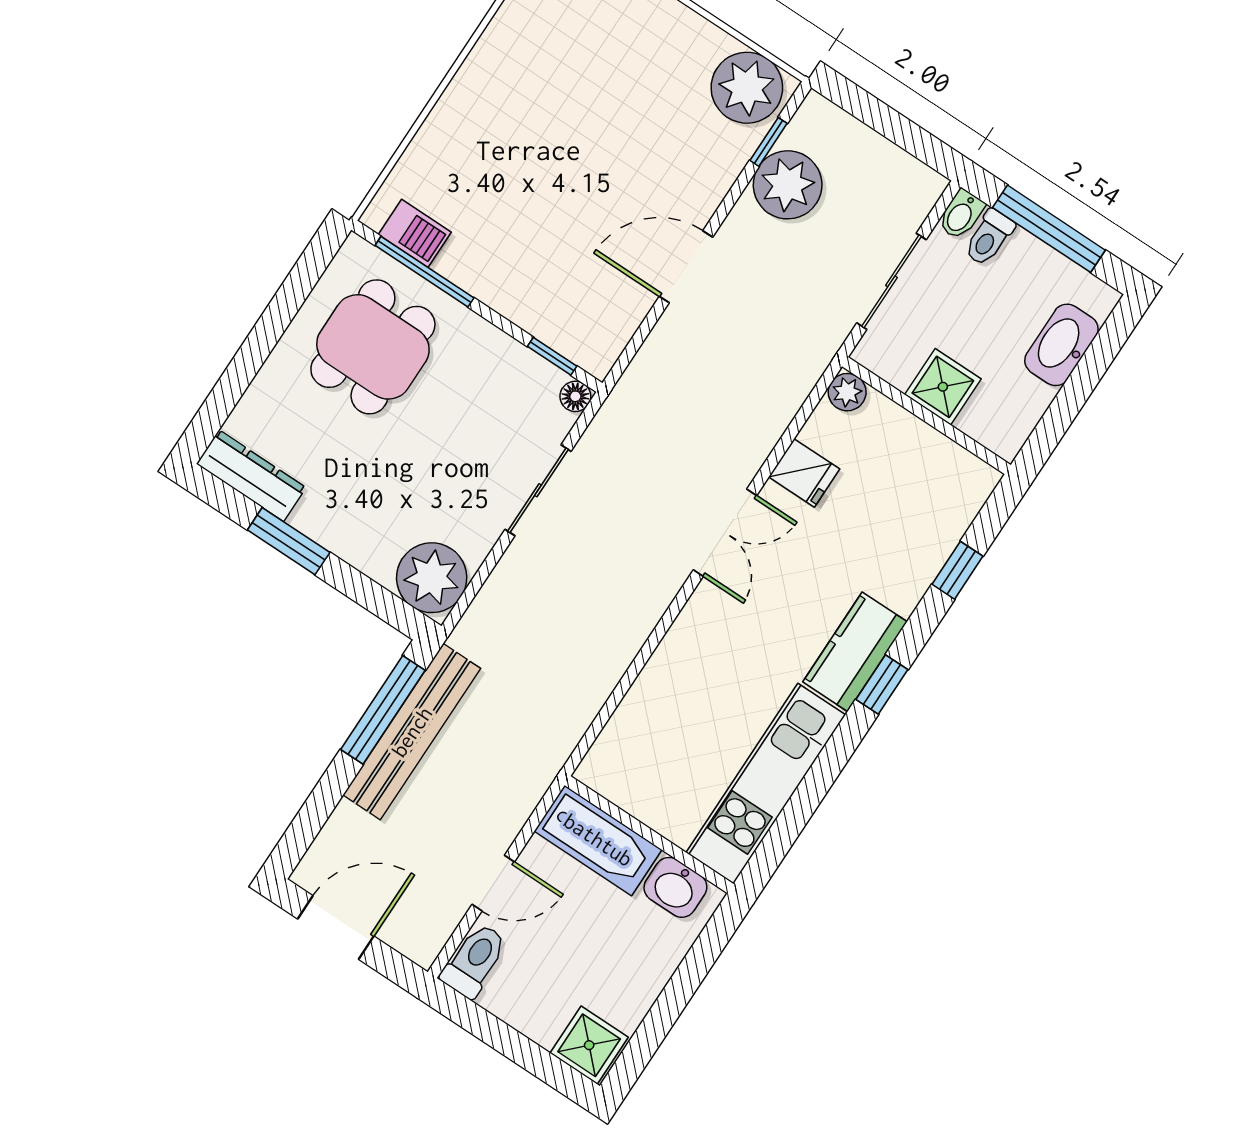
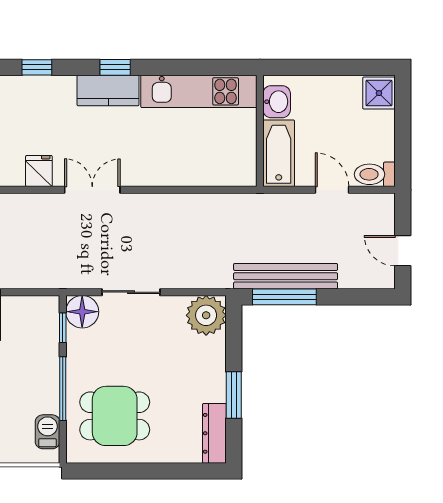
window: (424, 272) -> (63, 389), moved
floor lamp: (575, 396) -> (82, 312), width x1.89, depth x1.89
door: (336, 928) -> (403, 251), width x0.73

